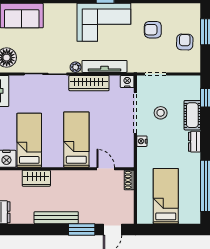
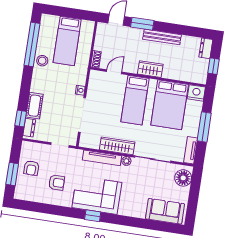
nightstand: (127, 82) -> (85, 142), removed
stool: (161, 113) -> (42, 61), moved
bed: (29, 140) -> (170, 105), width x1.50
dresser: (194, 142) -> (29, 128), moved
door: (106, 169) -> (114, 72), swing flipped
wardrobe: (36, 178) -> (150, 69), moved

